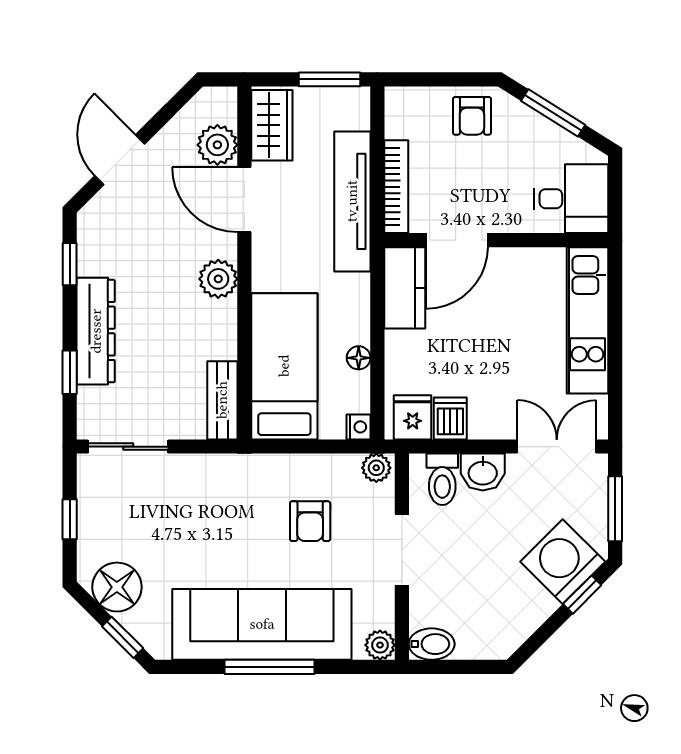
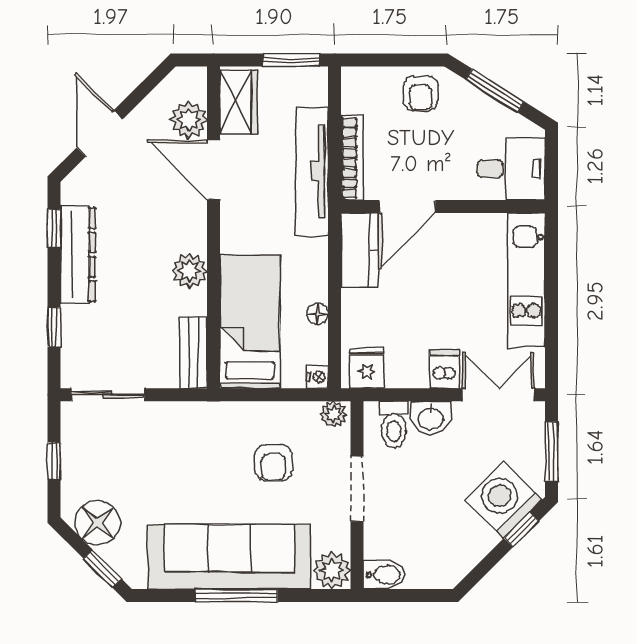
plant: (218, 279) -> (190, 271), moved
dresser: (96, 331) -> (78, 255), moved
dishwasher: (450, 418) -> (444, 369), moved
plant: (380, 645) -> (332, 571), width x1.38, depth x1.38

